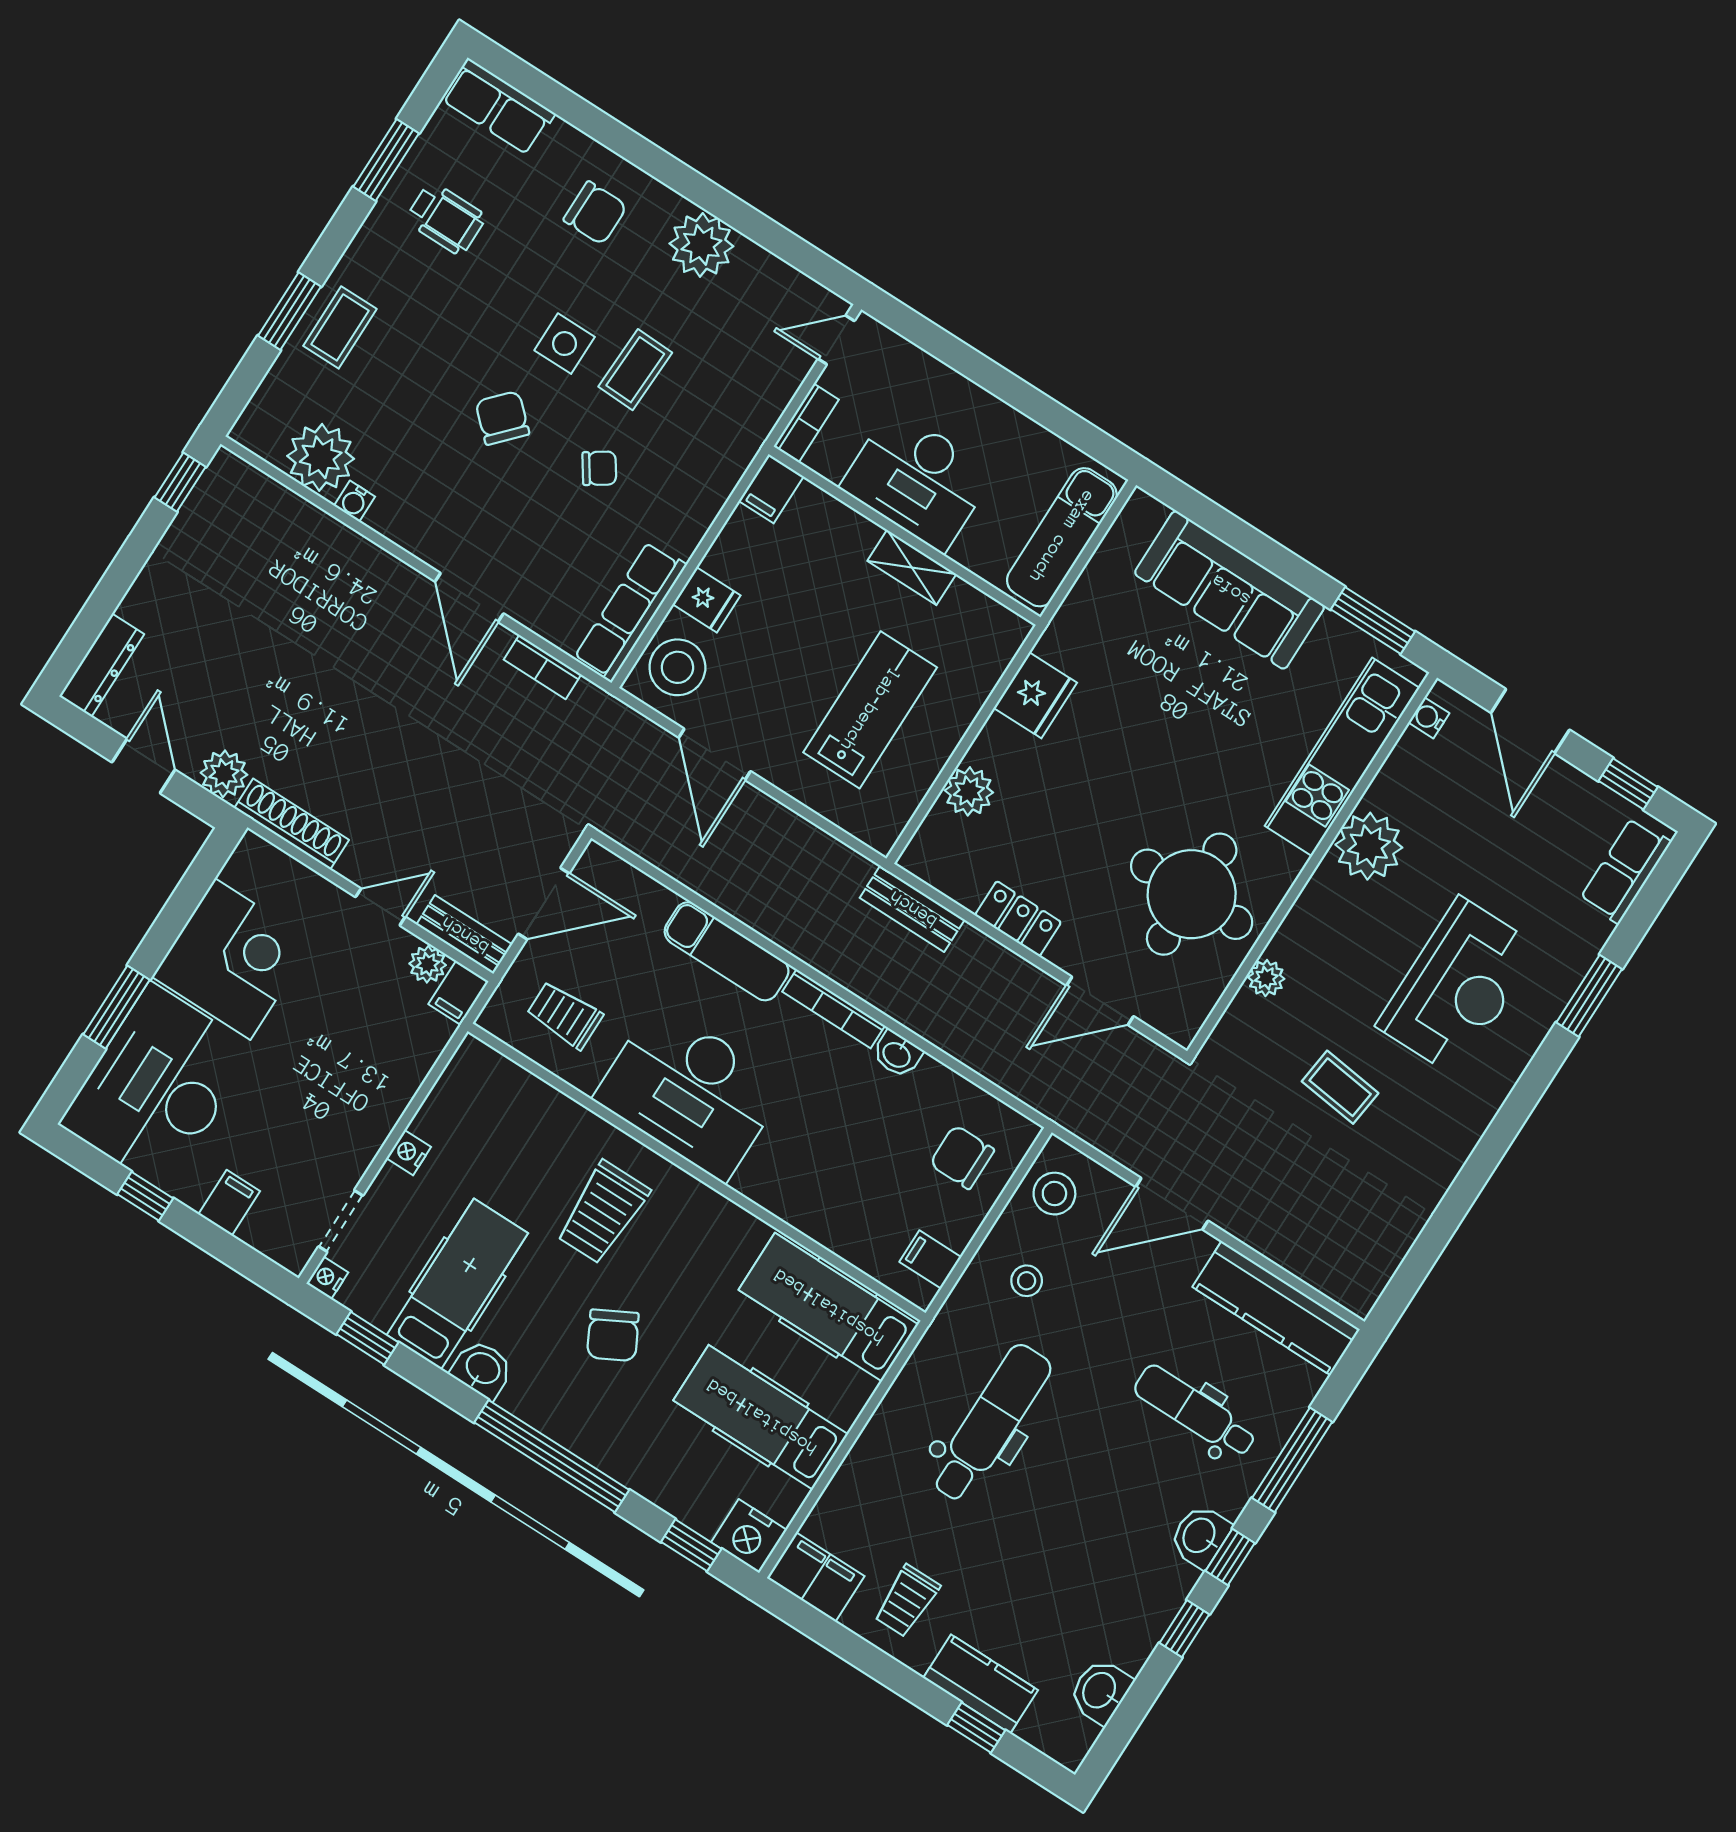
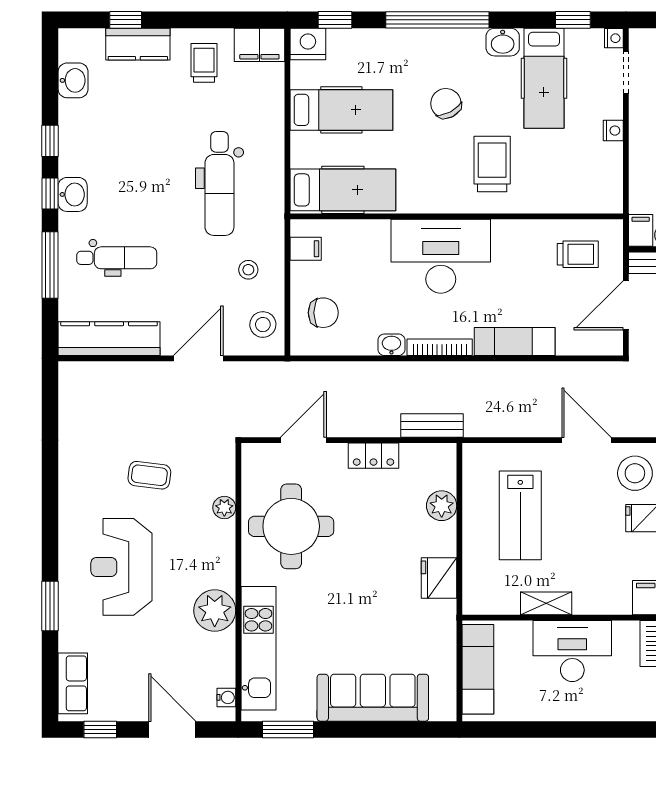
desk: (690, 1092) -> (441, 256), moved

